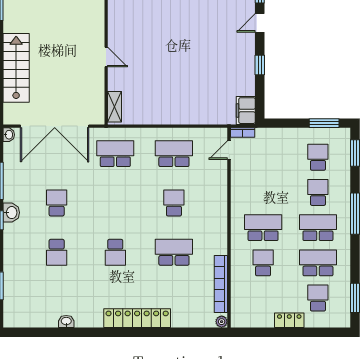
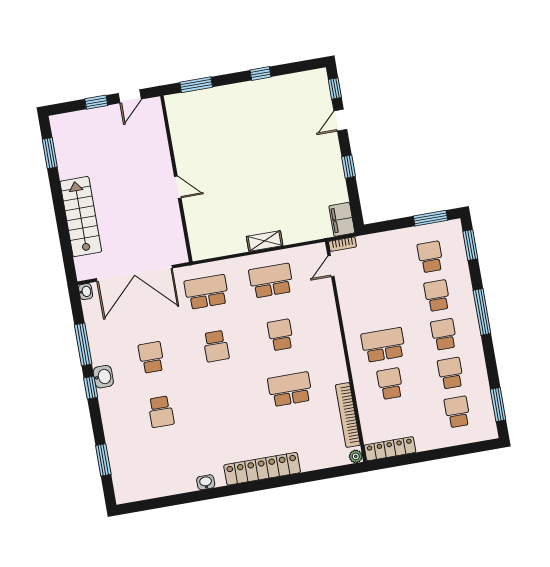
shelving: (115, 107) -> (265, 241), moved, turned 90
school desk: (318, 228) -> (444, 334), width x0.54
school desk: (115, 252) -> (216, 346), moved
school desk: (318, 263) -> (451, 373), width x0.54
locker: (289, 320) -> (390, 449), moved, width x1.53
washbasin: (66, 321) -> (206, 482), moved

